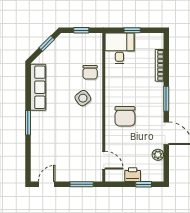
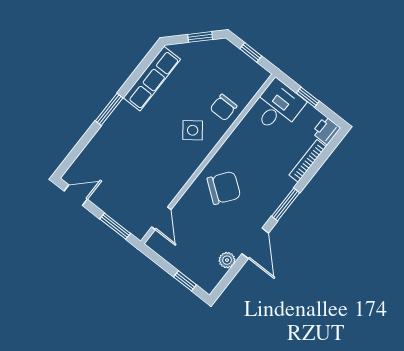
chair: (125, 116) -> (224, 188), turned -143
printer: (133, 175) -> (326, 130), moved, turned -90

